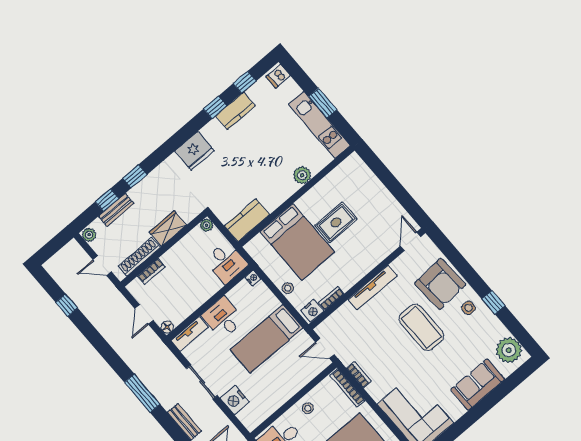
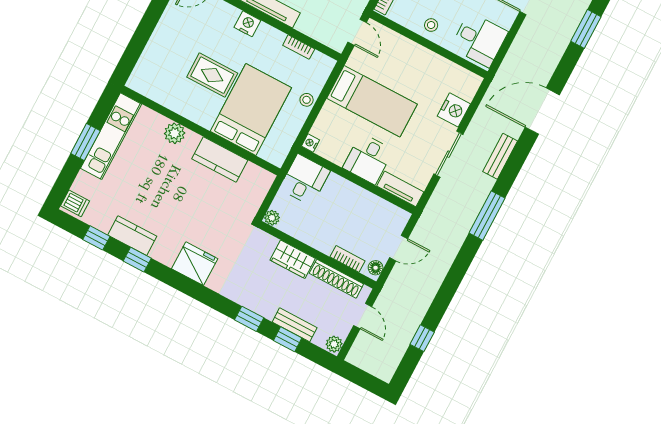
kitchen counter: (247, 220) -> (220, 159), moved
nightstand: (312, 311) -> (247, 24), moved
floor lamp: (167, 327) -> (376, 268), moved

